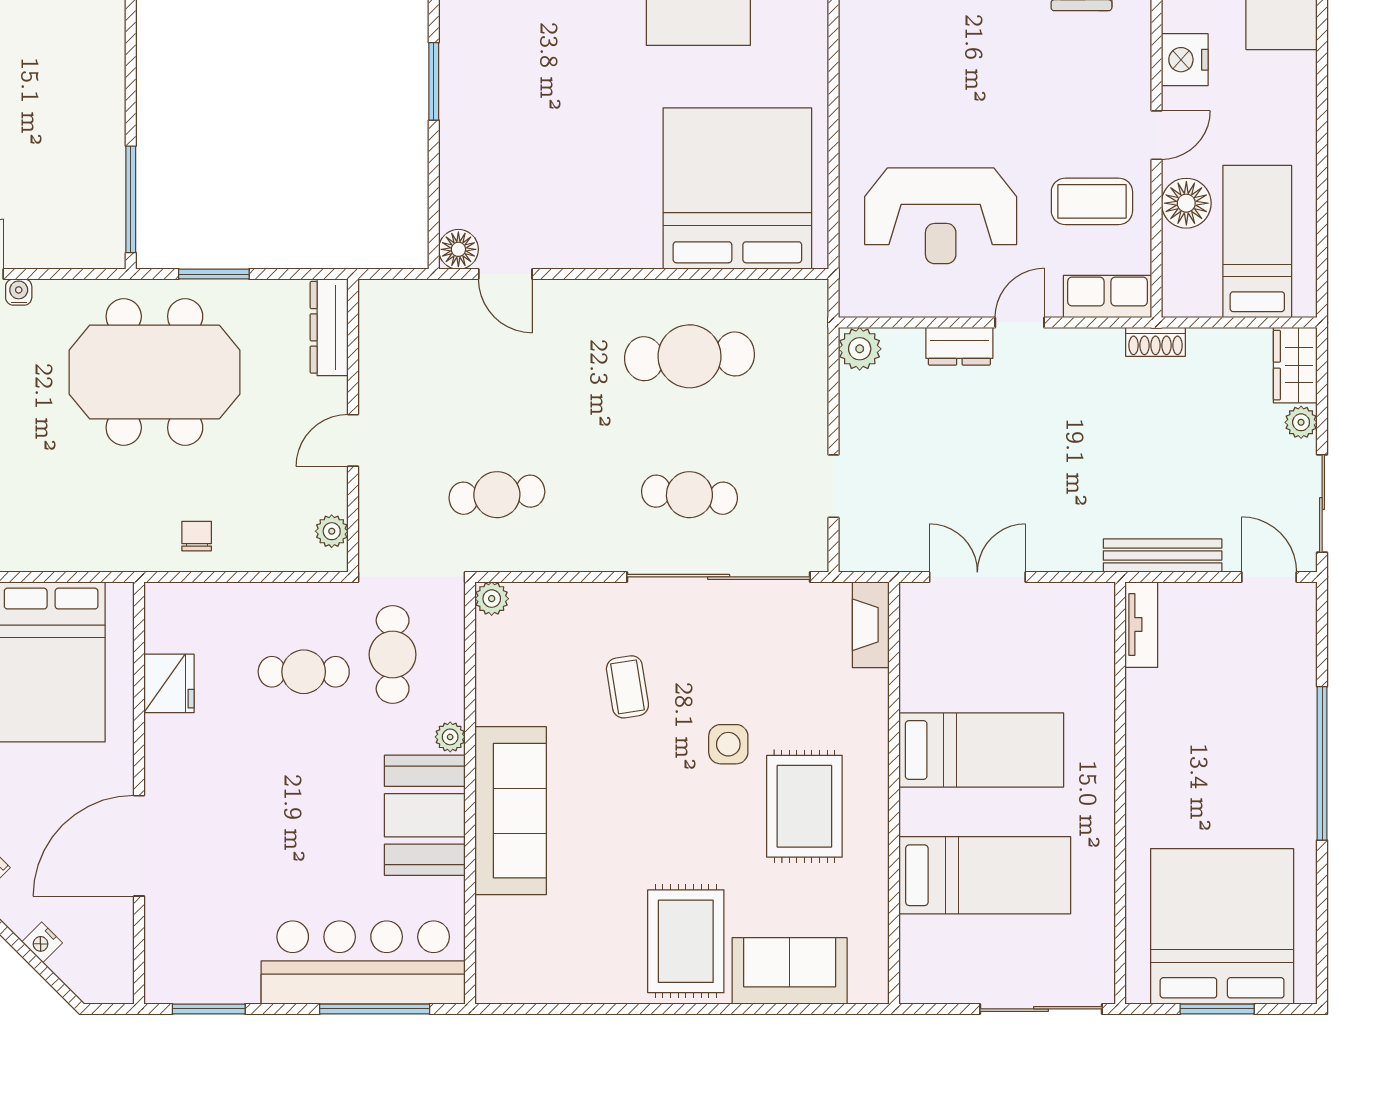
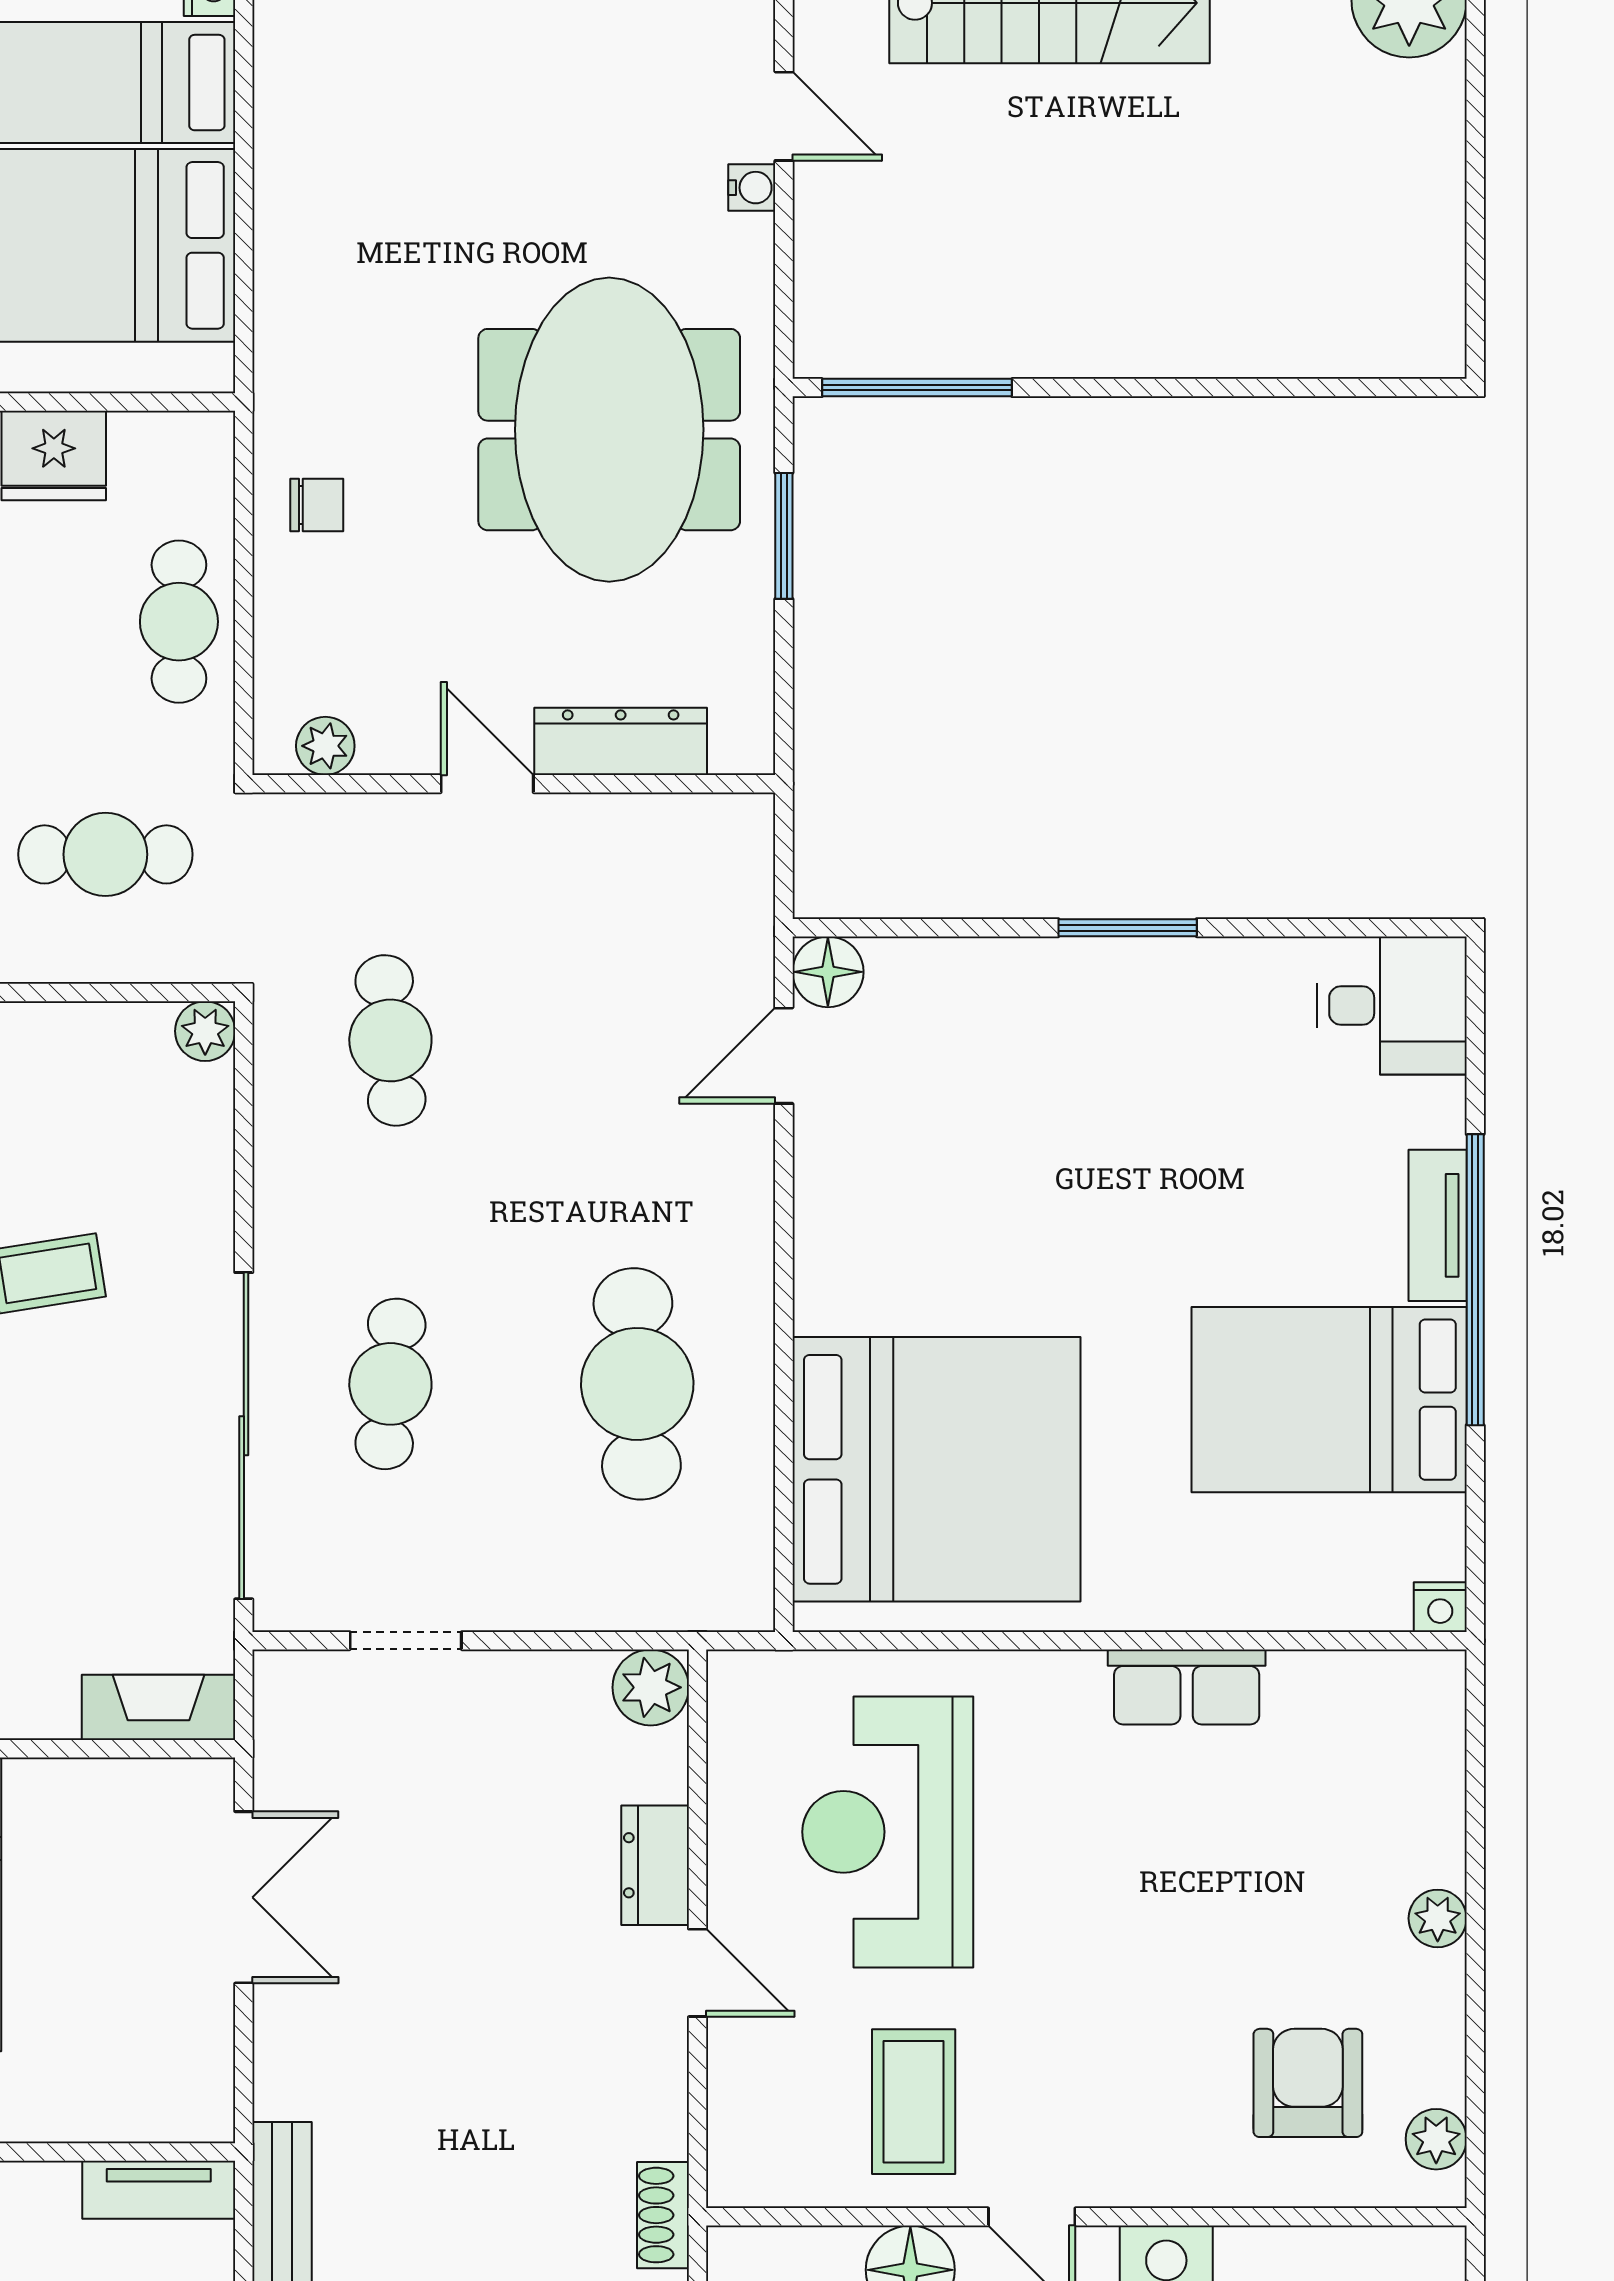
row of seats: (1107, 297) -> (1187, 1687), moved, turned 90
dresser: (329, 327) -> (621, 741), moved
cafe table: (304, 672) -> (179, 622), moved

